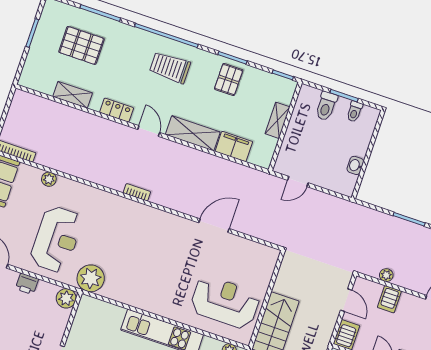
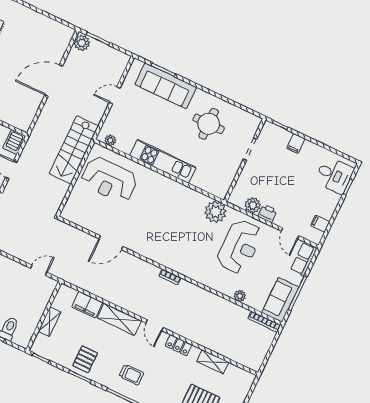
trolley: (170, 68) -> (131, 375), width x0.73, depth x0.72
reception desk: (56, 239) -> (239, 247), turned 180
plant: (66, 298) -> (253, 205), moved

